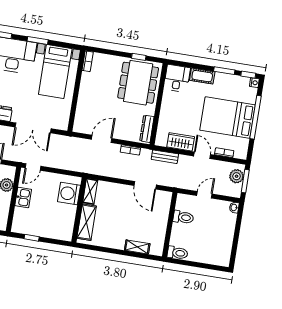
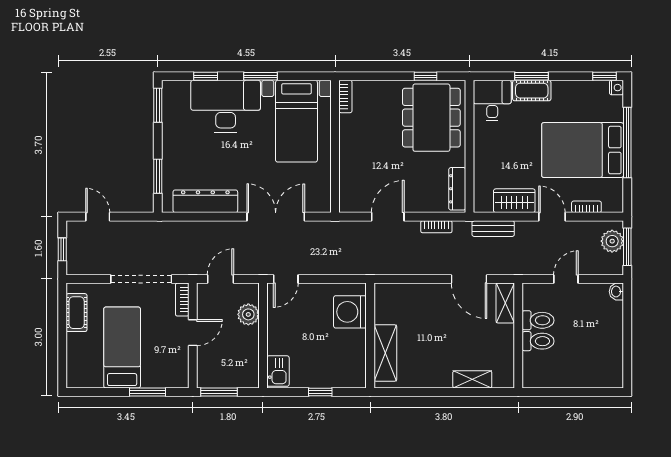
window: (224, 71) -> (532, 76), moved
double door: (33, 128) -> (276, 217), swing flipped
shelving: (90, 191) -> (505, 303), moved
kitchen sink: (23, 197) -> (278, 371), moved
window: (32, 238) -> (320, 392), moved
toilet: (178, 253) -> (538, 341), moved

